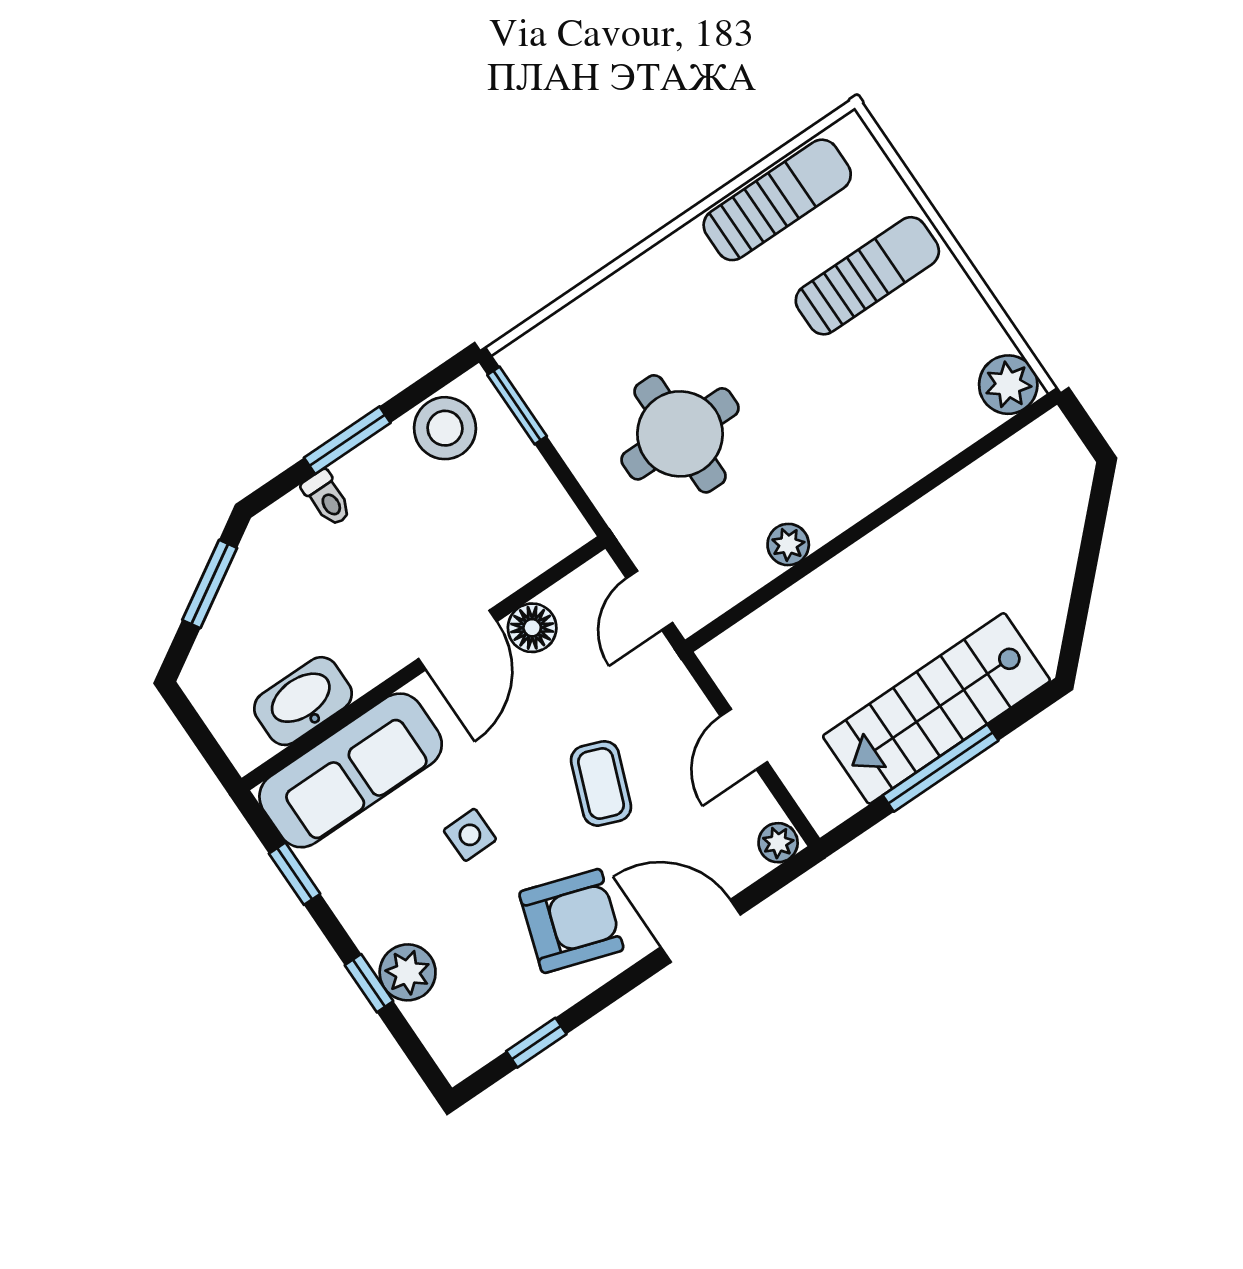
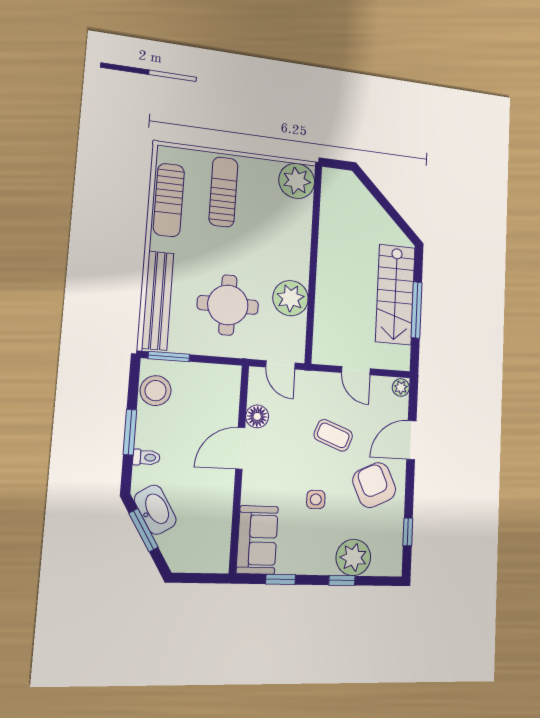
sun lounger: (777, 200) -> (169, 200), turned 180
bench: (594, 315) -> (158, 301), added
plant: (1008, 385) -> (297, 181), width x1.36, depth x1.36
plant: (788, 545) -> (291, 298), width x1.88, depth x1.88
door: (458, 640) -> (240, 448), swing flipped
washbasin: (303, 701) -> (155, 510), moved, turned 149
sofa: (351, 770) -> (257, 540), width x0.73
armchair: (571, 921) -> (374, 485), turned -43
plant: (408, 972) -> (353, 557), width x1.36, depth x1.36

